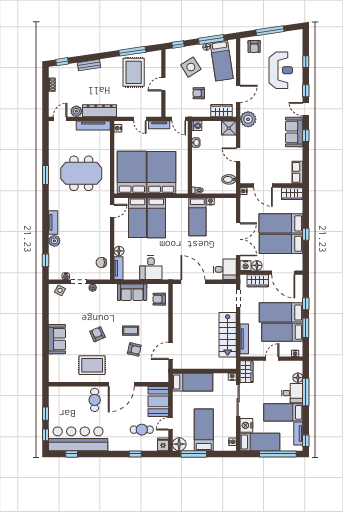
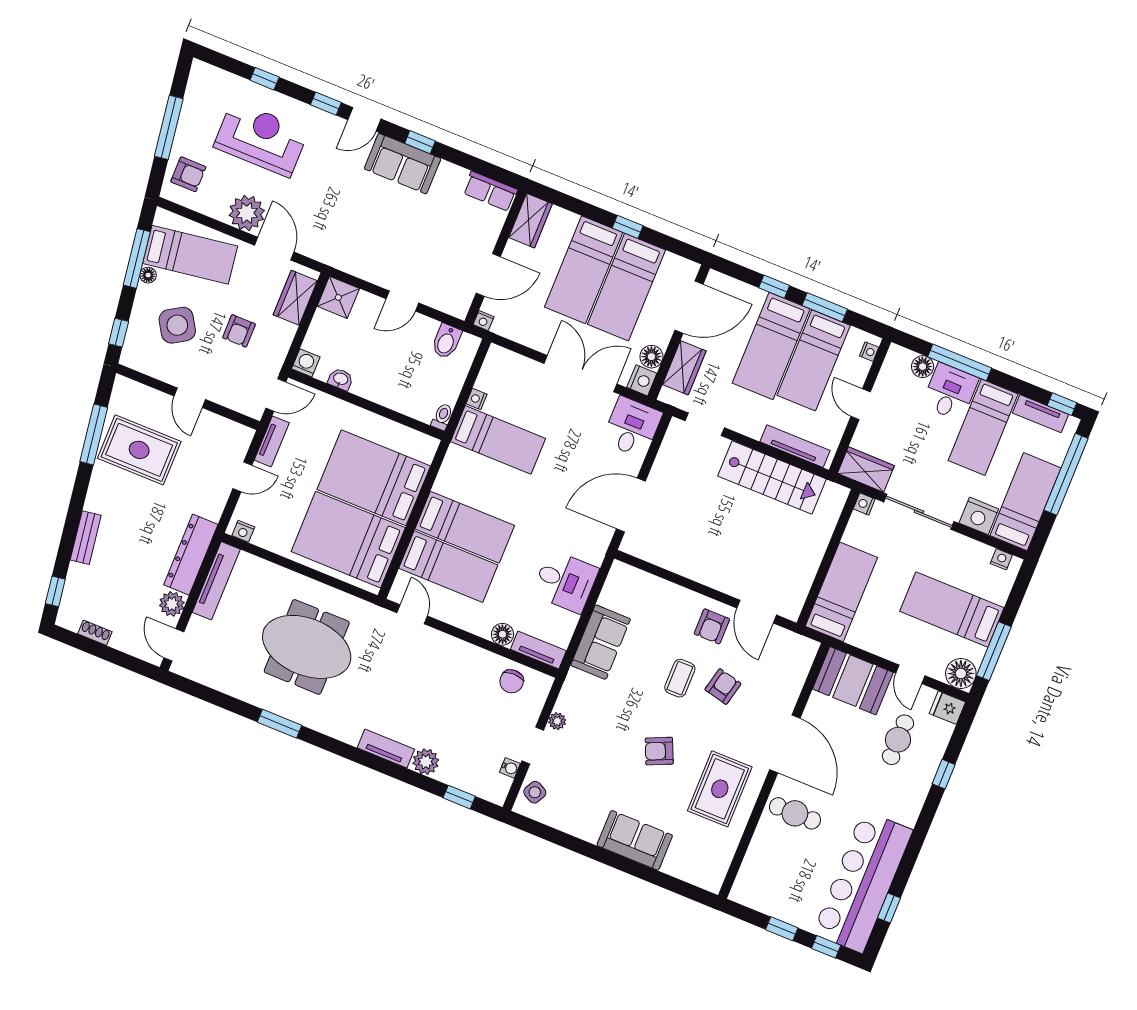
plant: (248, 119) -> (247, 213), moved
meeting table: (81, 173) -> (307, 647), turned 90
armchair: (159, 299) -> (712, 626), moved

